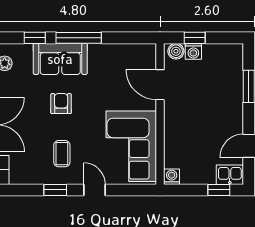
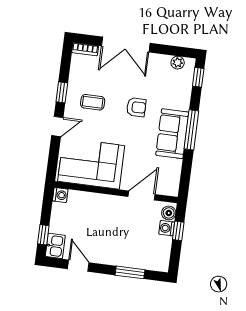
window: (35, 38) -> (198, 77), moved
sofa: (60, 59) -> (172, 134), moved

